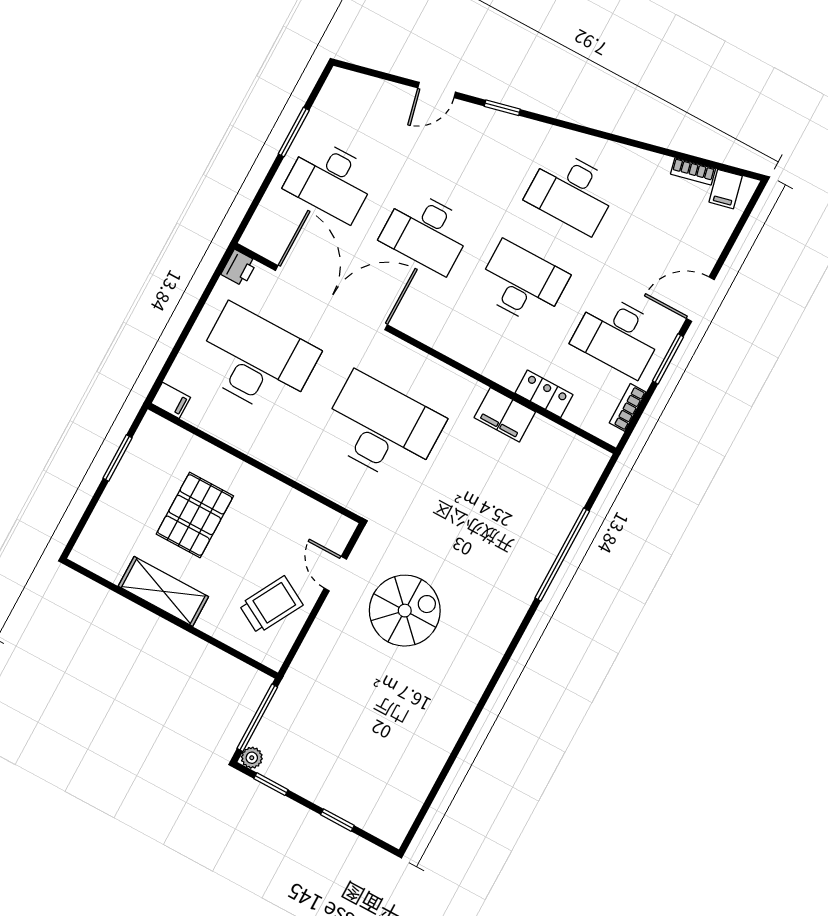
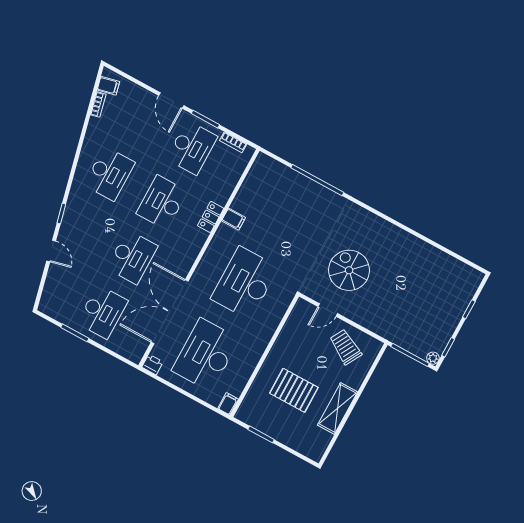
locker: (544, 394) -> (211, 217), moved
filing cabinet: (505, 415) -> (234, 219), width x0.50

